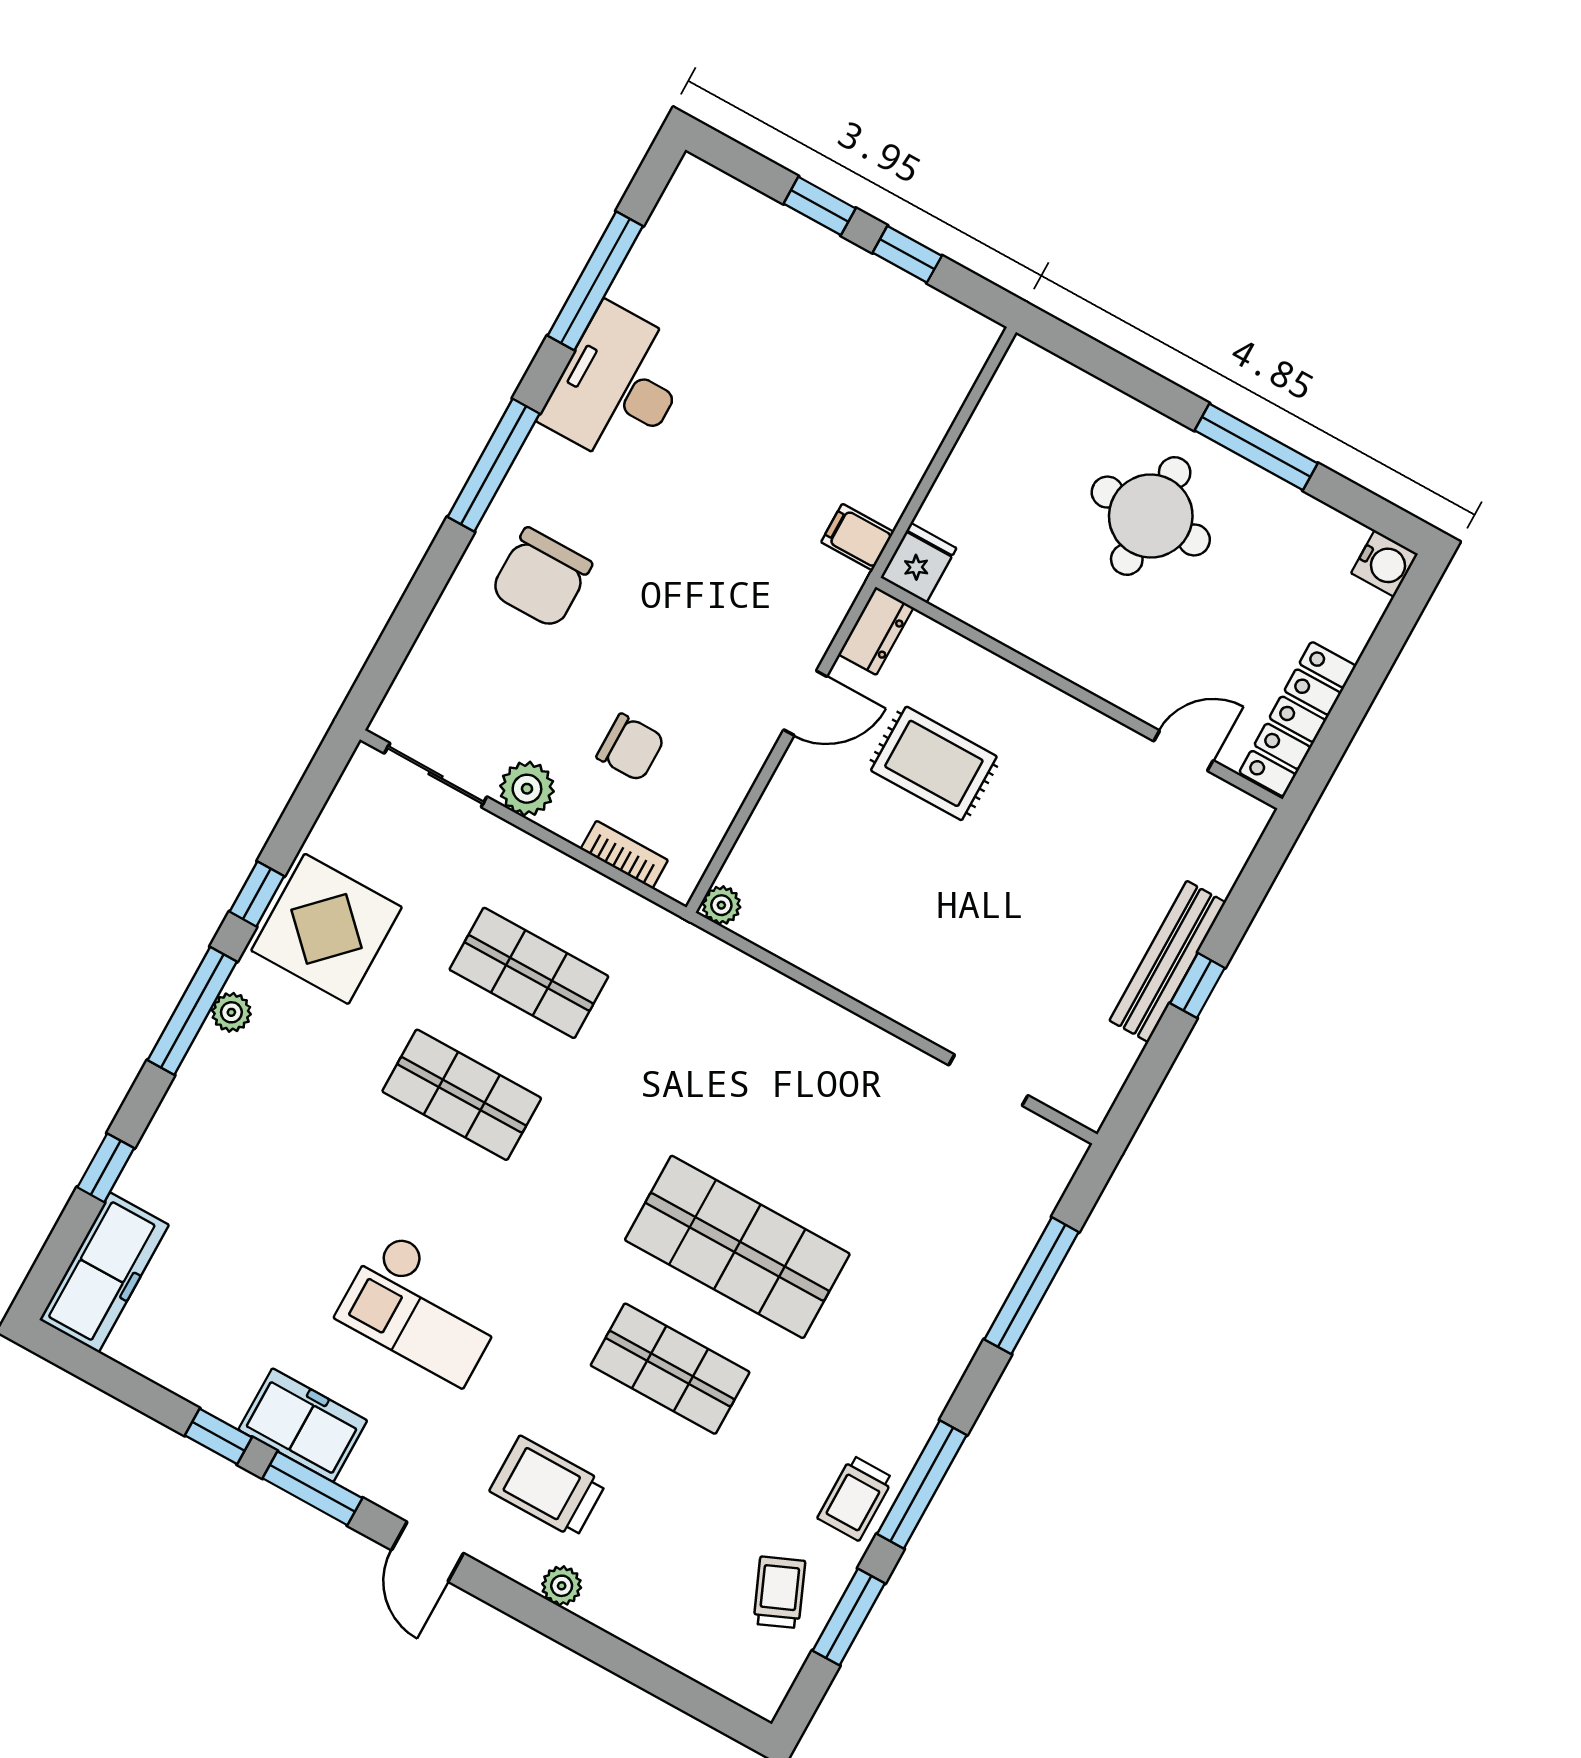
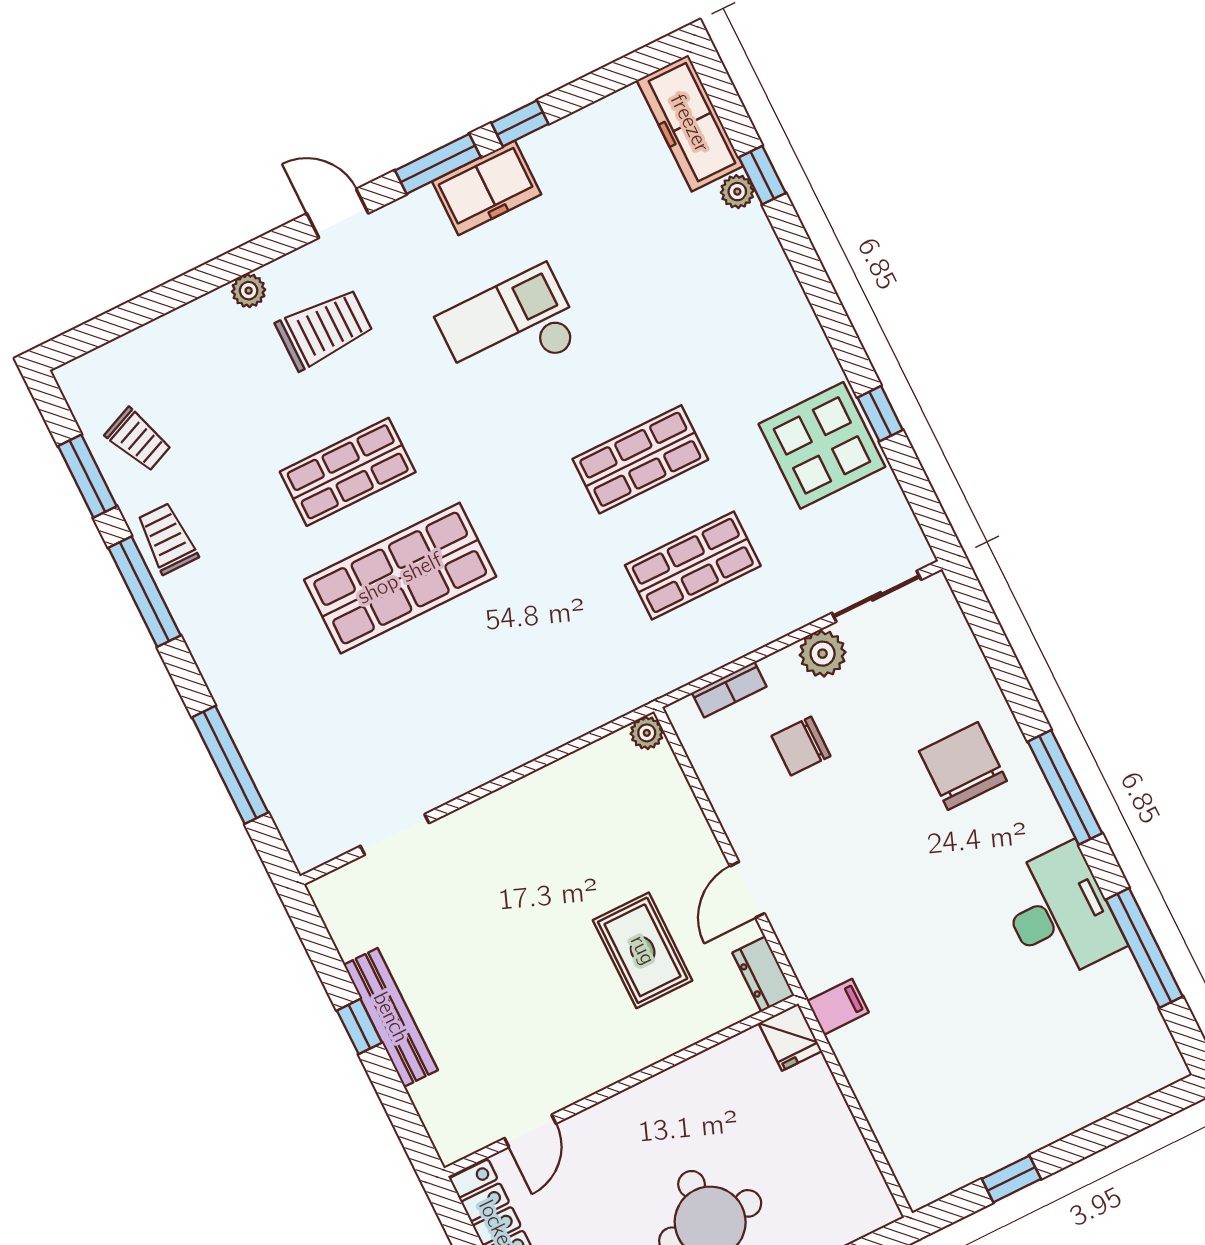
window: (820, 206) -> (1088, 1141), removed
rug: (934, 763) -> (643, 950), turned 90
window: (192, 1011) -> (830, 312), removed
plant: (231, 1012) -> (737, 192), moved

